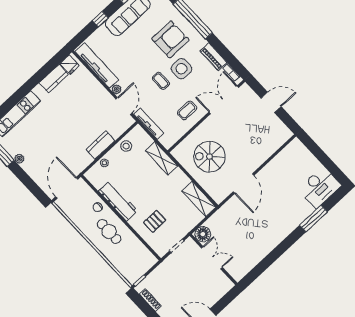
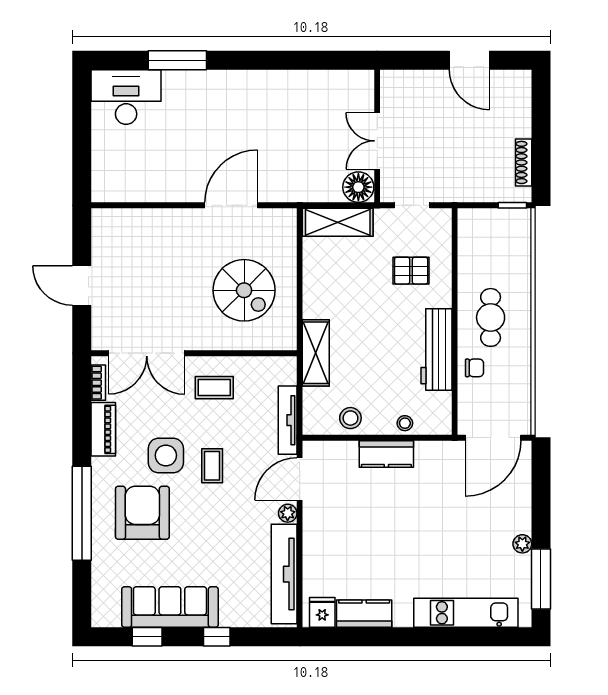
armchair: (170, 39) -> (142, 513), turned 90
shelving: (199, 199) -> (338, 222), moved, turned 90

